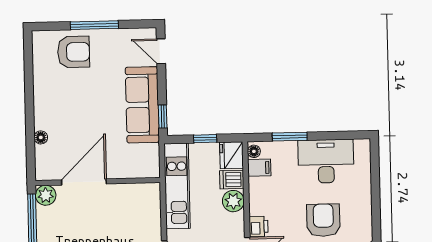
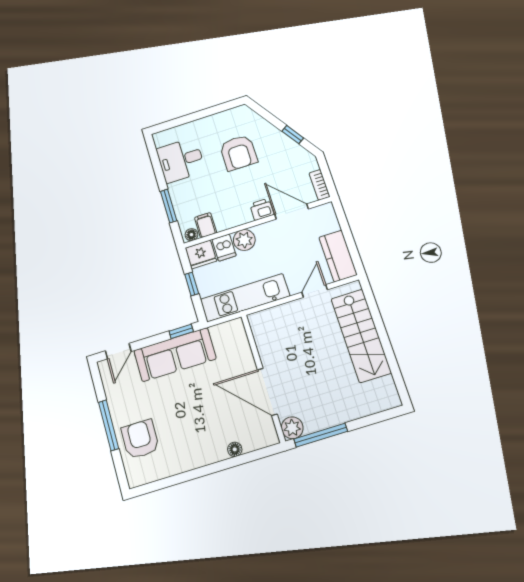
desk: (326, 161) -> (181, 160), width x0.73
armchair: (323, 220) -> (238, 153), turned -90

